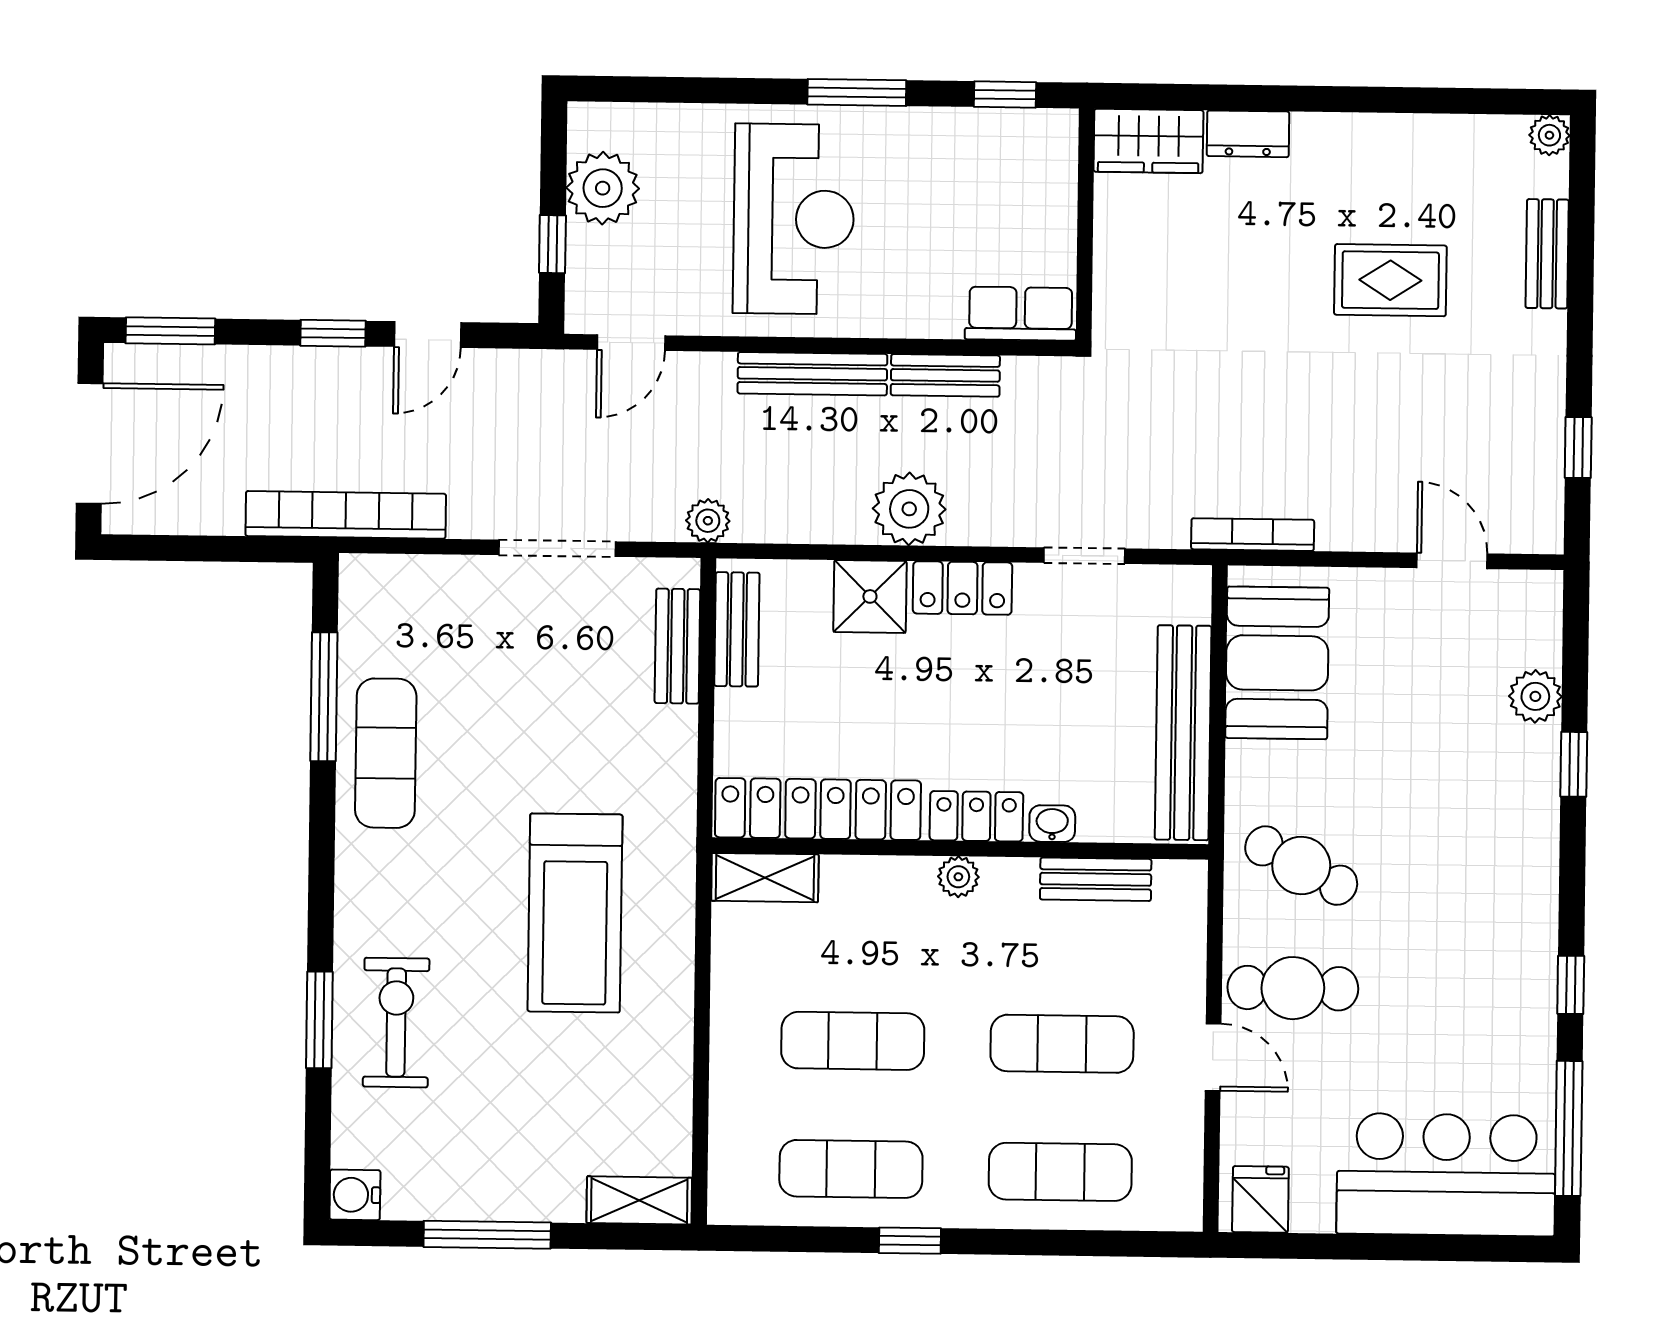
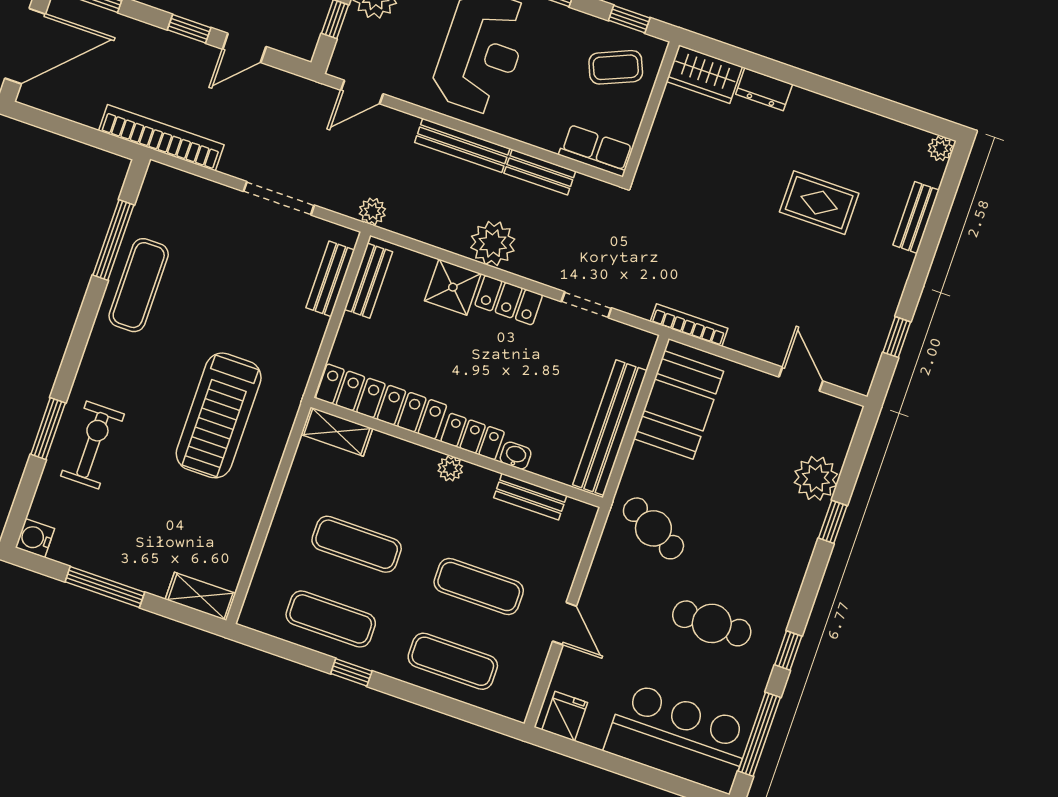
coffee table: (1009, 175) -> (616, 67), added
plant: (1535, 696) -> (816, 478), width x1.36, depth x1.36
cafe table: (1293, 988) -> (712, 623), moved

